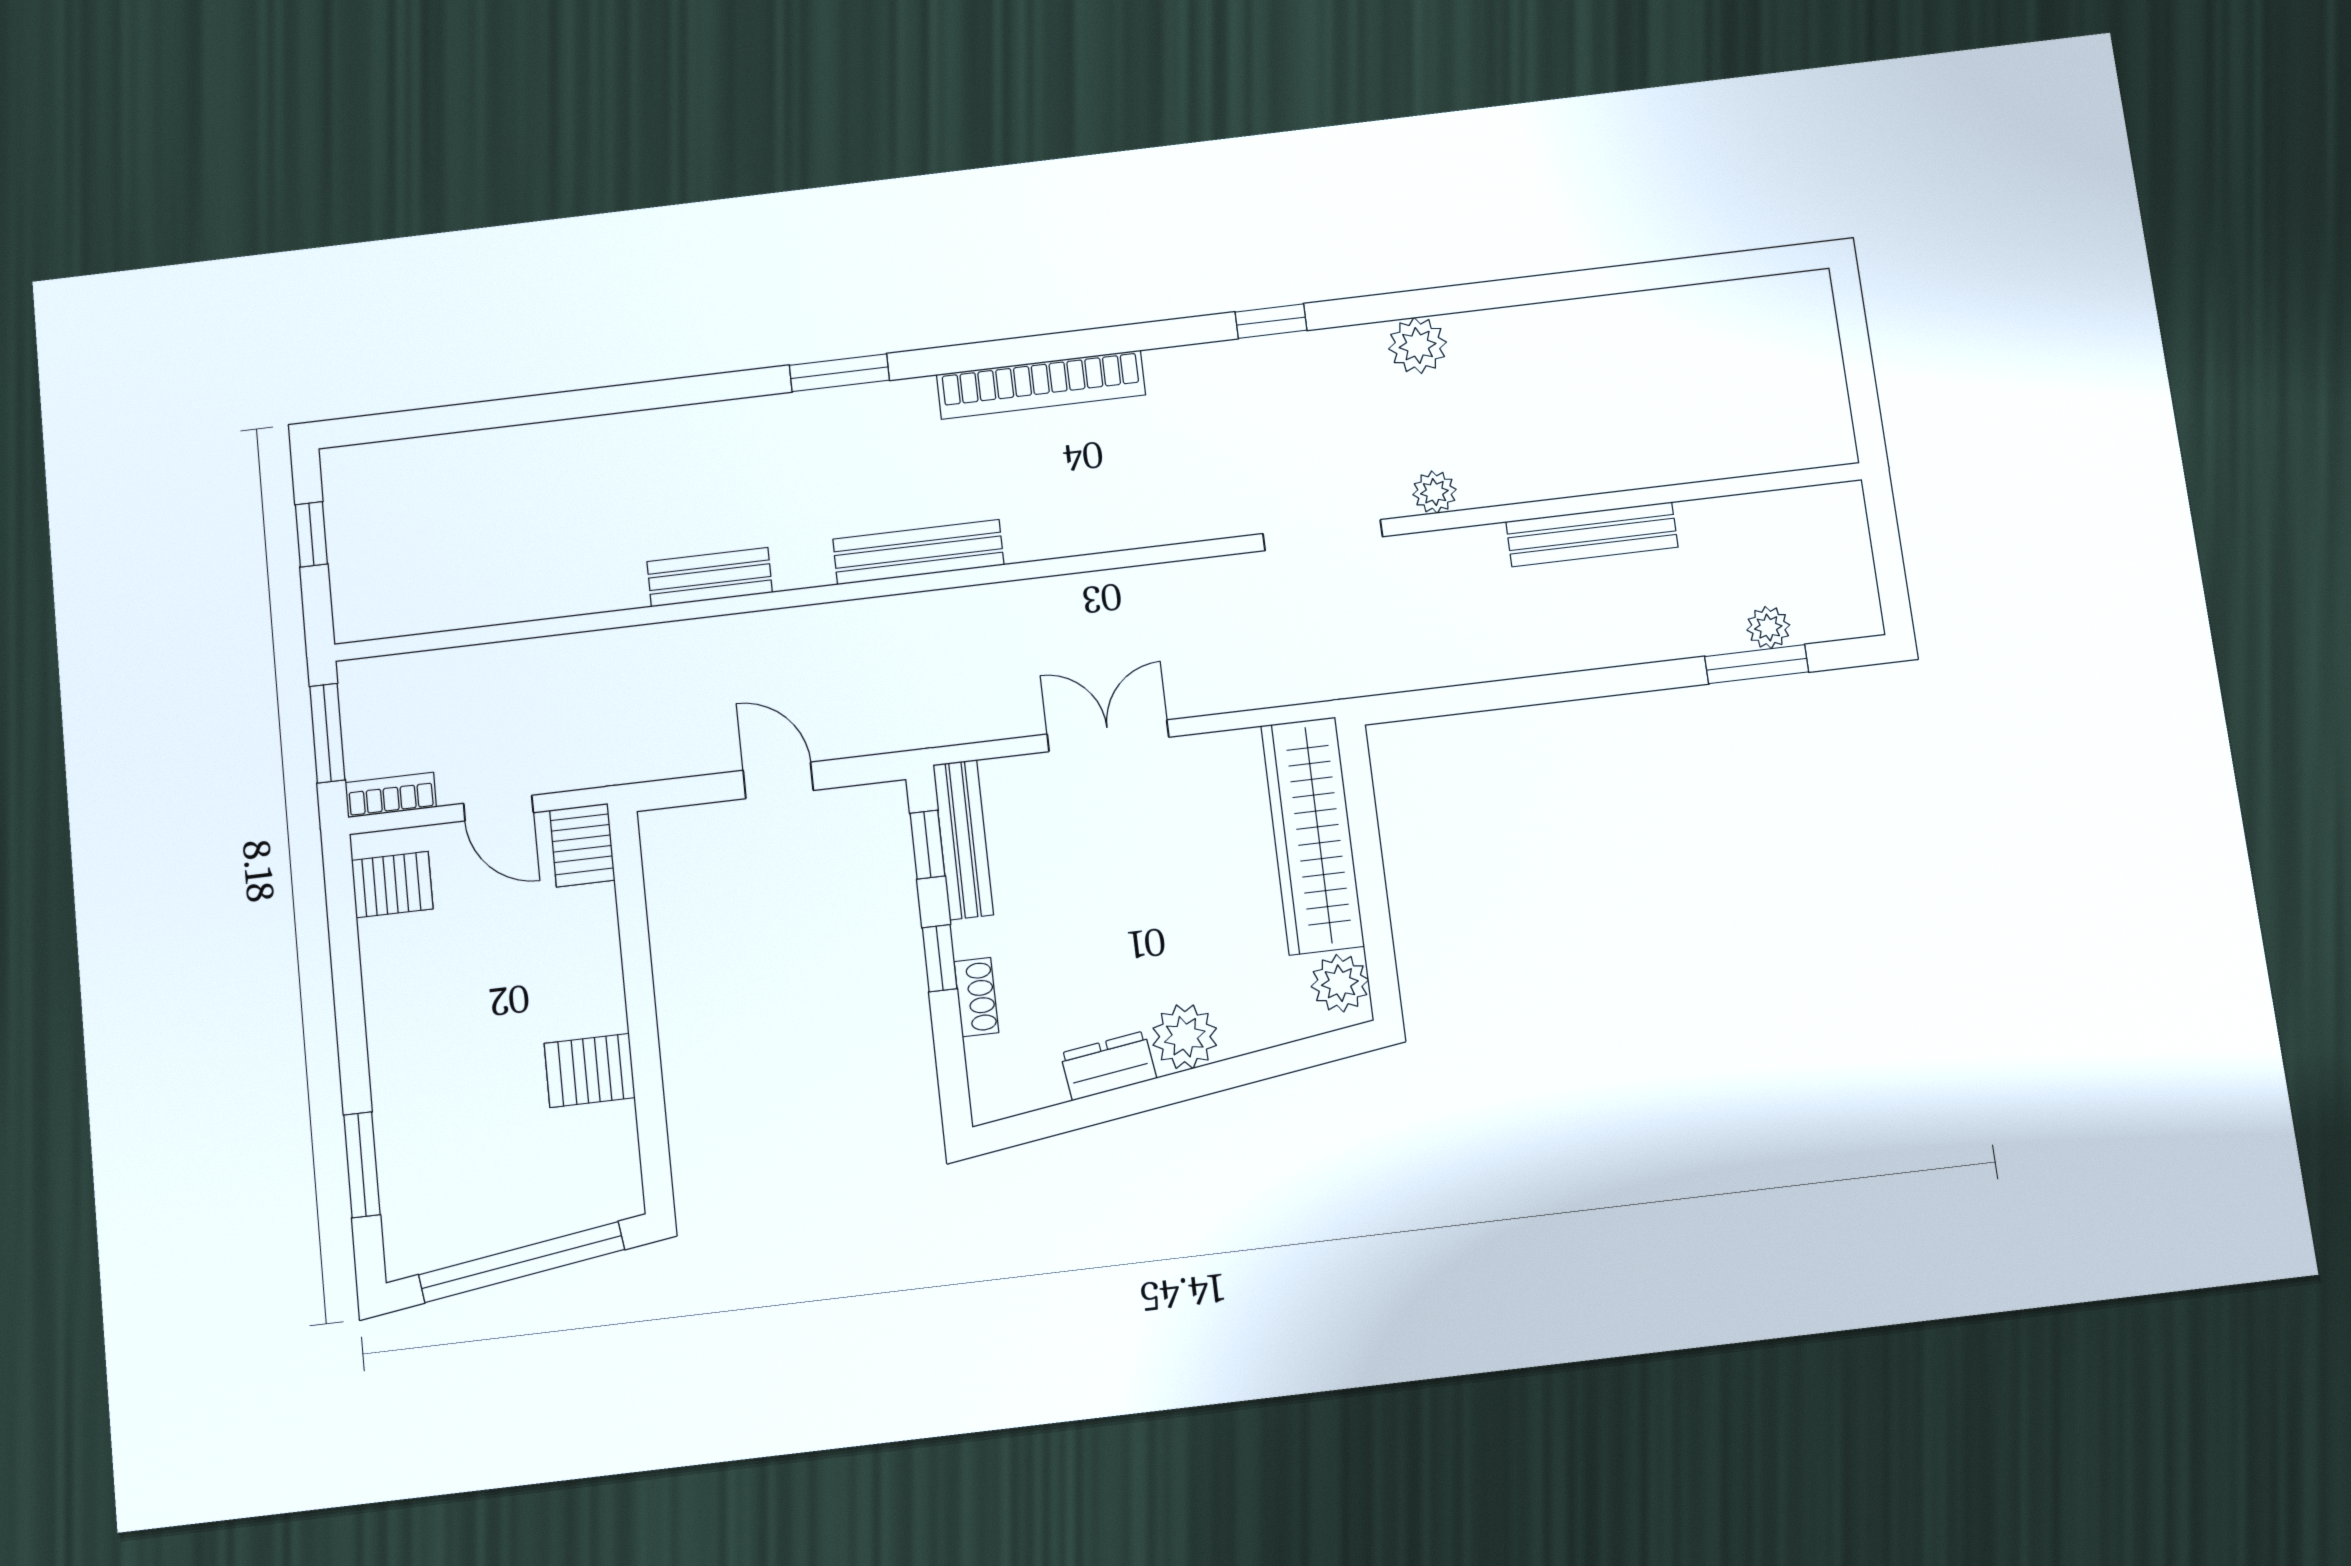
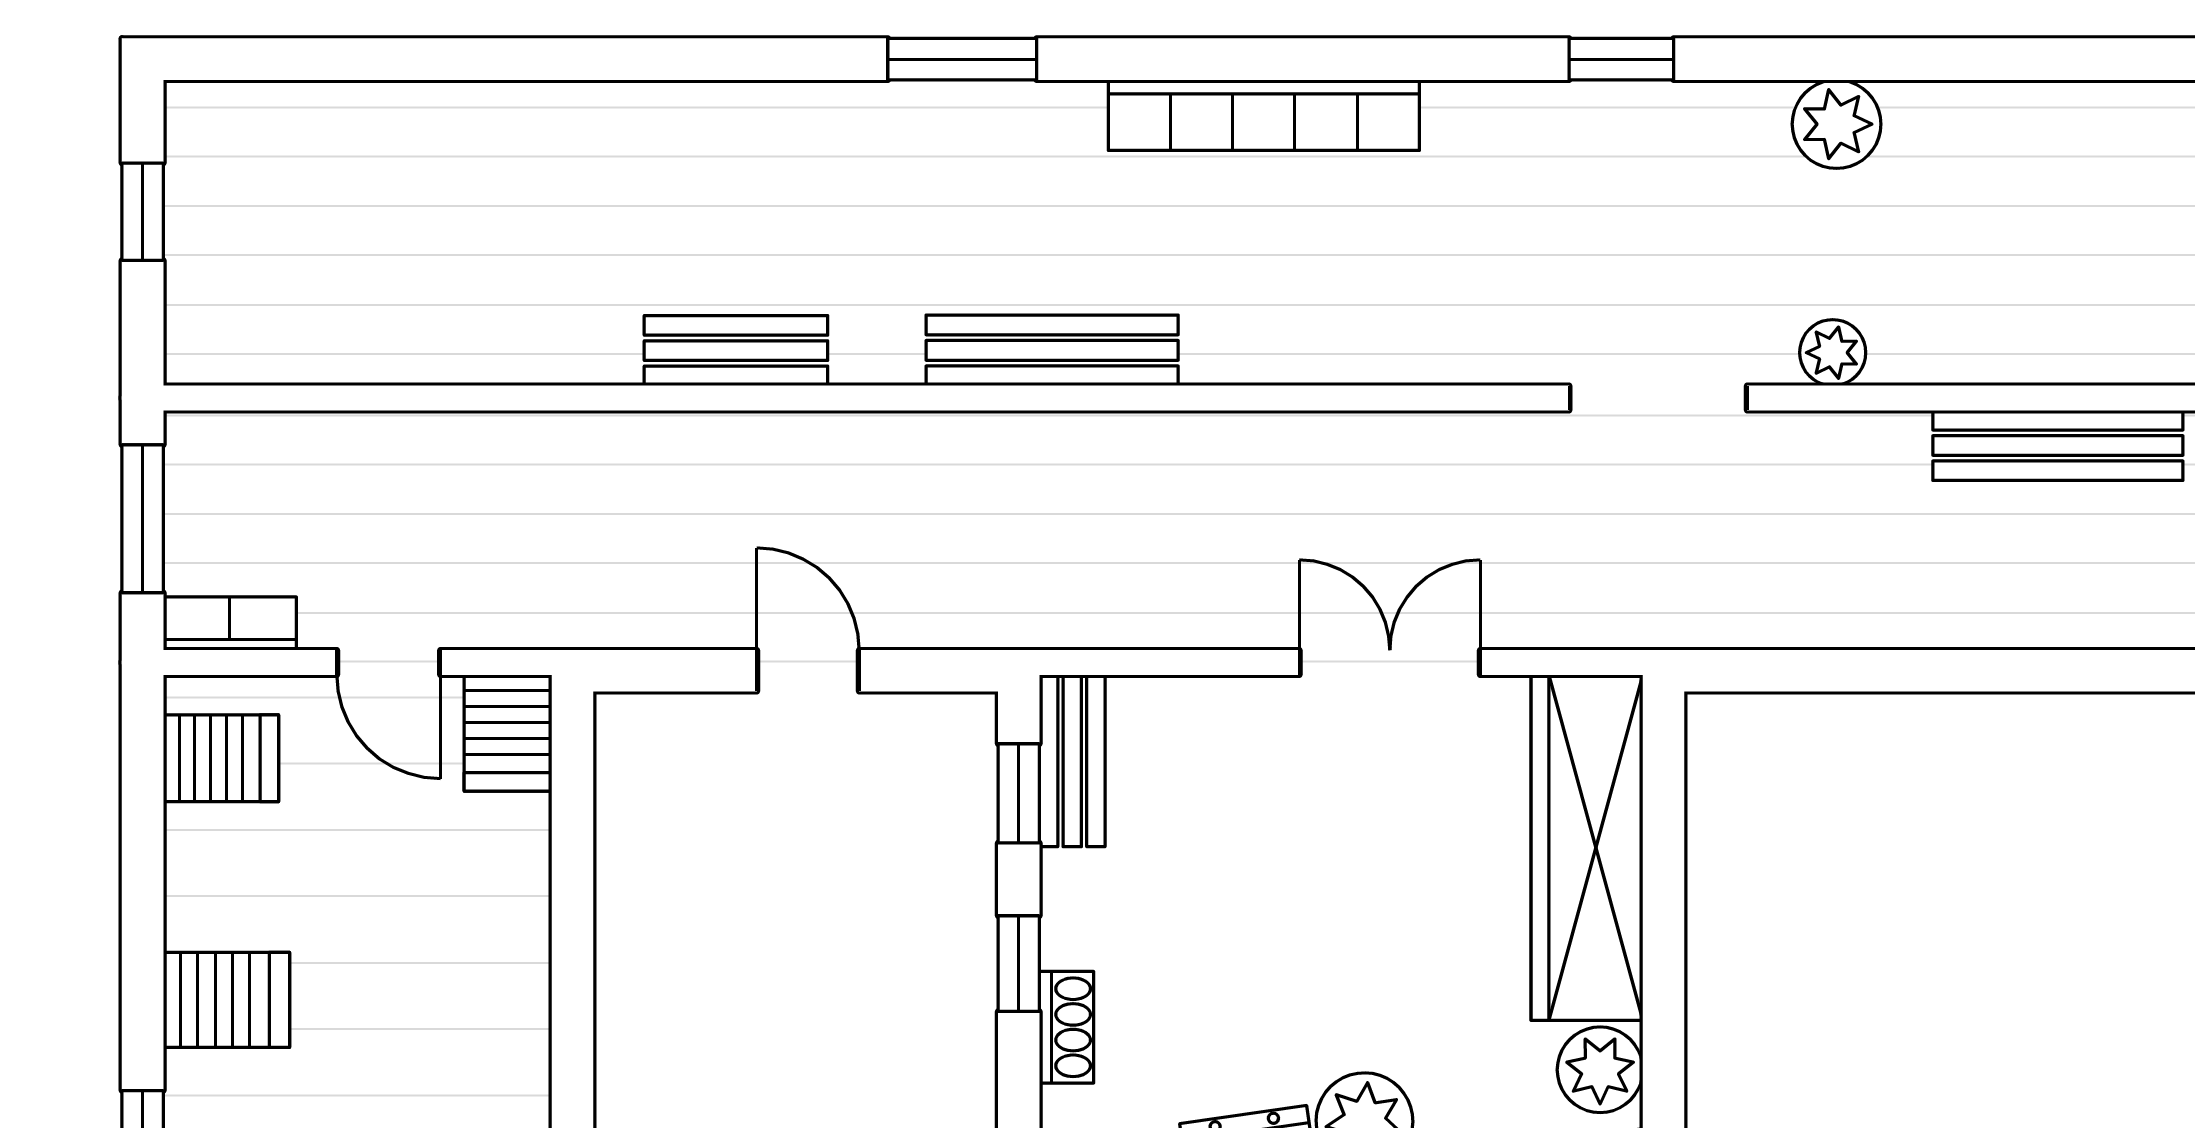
double door: (1108, 736) -> (1390, 663), moved
bench: (963, 840) -> (1072, 761), width x0.73
server rack: (590, 1070) -> (226, 1000), moved, turned 180

